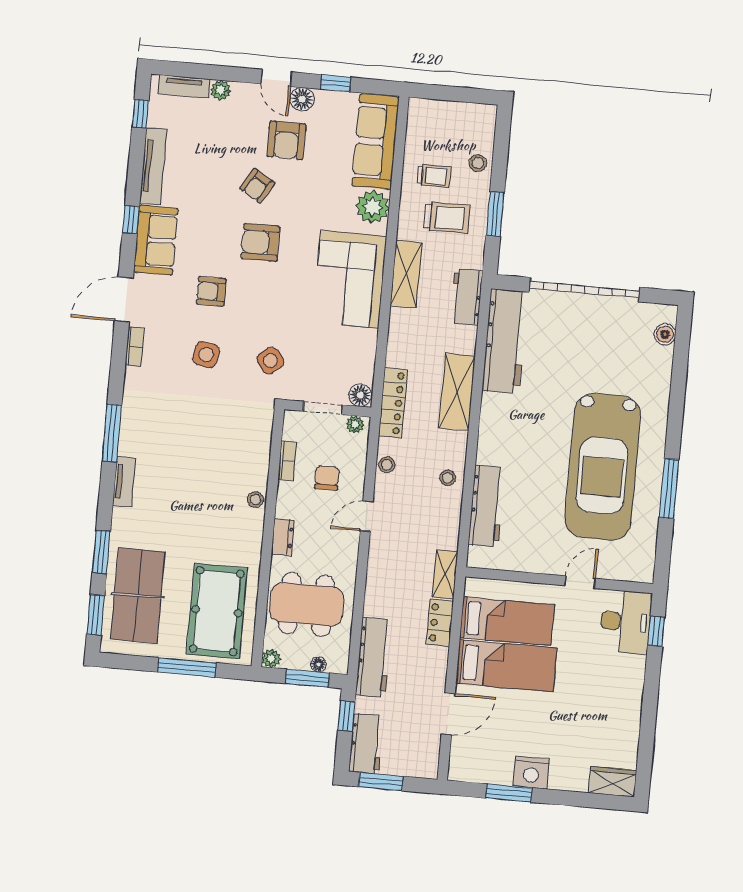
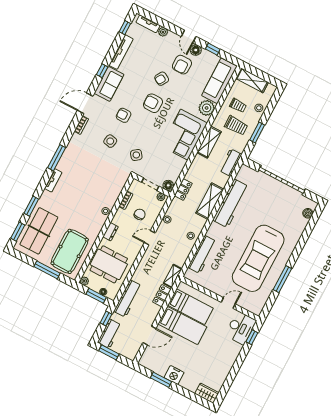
shelving: (441, 113) -> (252, 80), added
workbench: (505, 341) -> (231, 203), moved
locker: (393, 403) -> (183, 190), width x0.66

